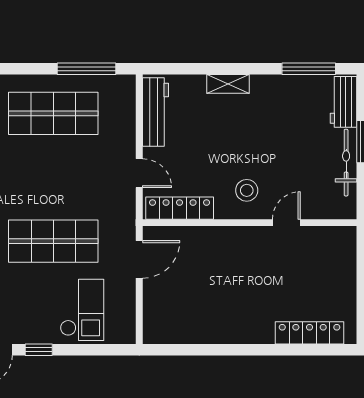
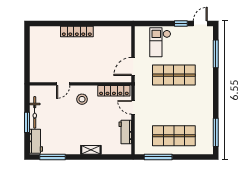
workbench: (155, 112) -> (125, 132), width x0.73
locker: (310, 333) -> (77, 31), moved

